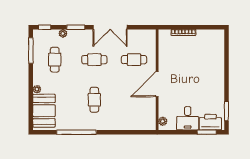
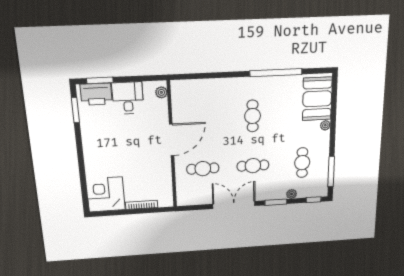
corner desk: (210, 43) -> (106, 194), added

